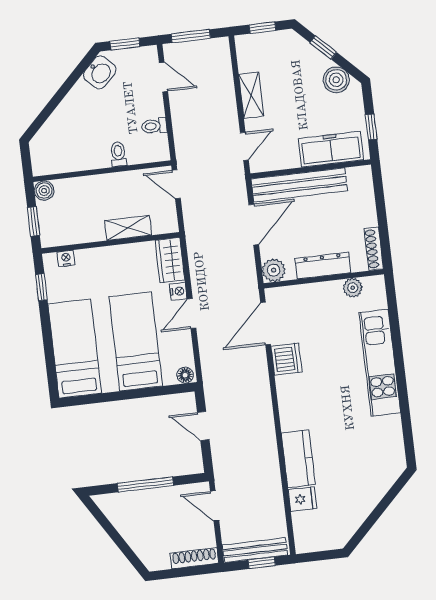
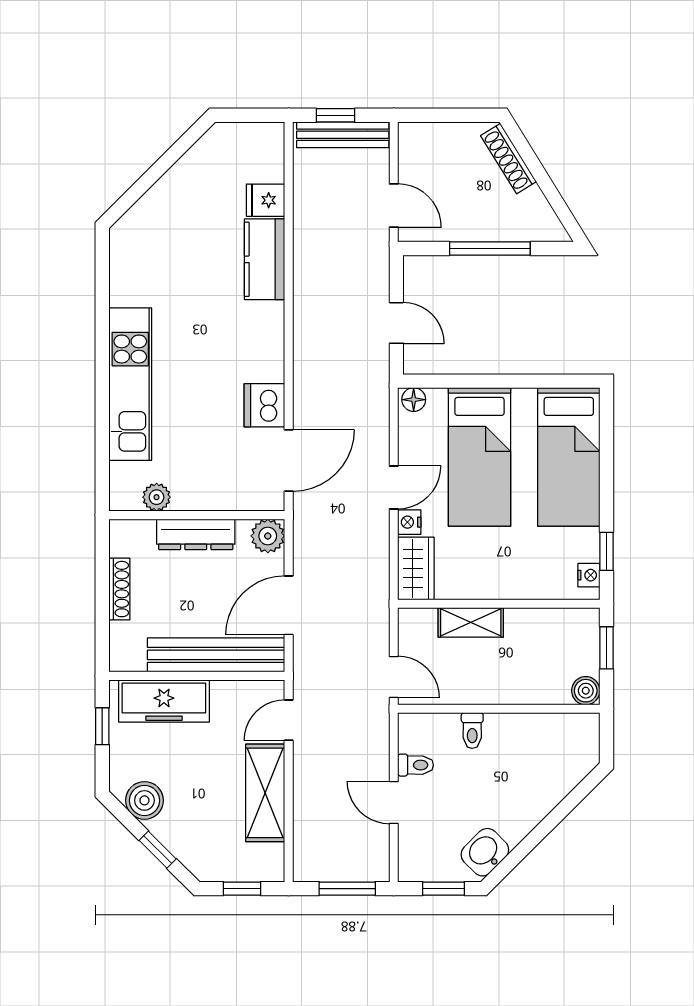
door: (163, 77) -> (394, 802), moved
shelving: (251, 95) -> (265, 793), width x1.50, depth x1.33
shoe rack: (374, 249) -> (119, 589), moved
nightstand: (66, 258) -> (589, 575), moved, turned -90
shoe rack: (194, 558) -> (508, 159), moved, turned 58

